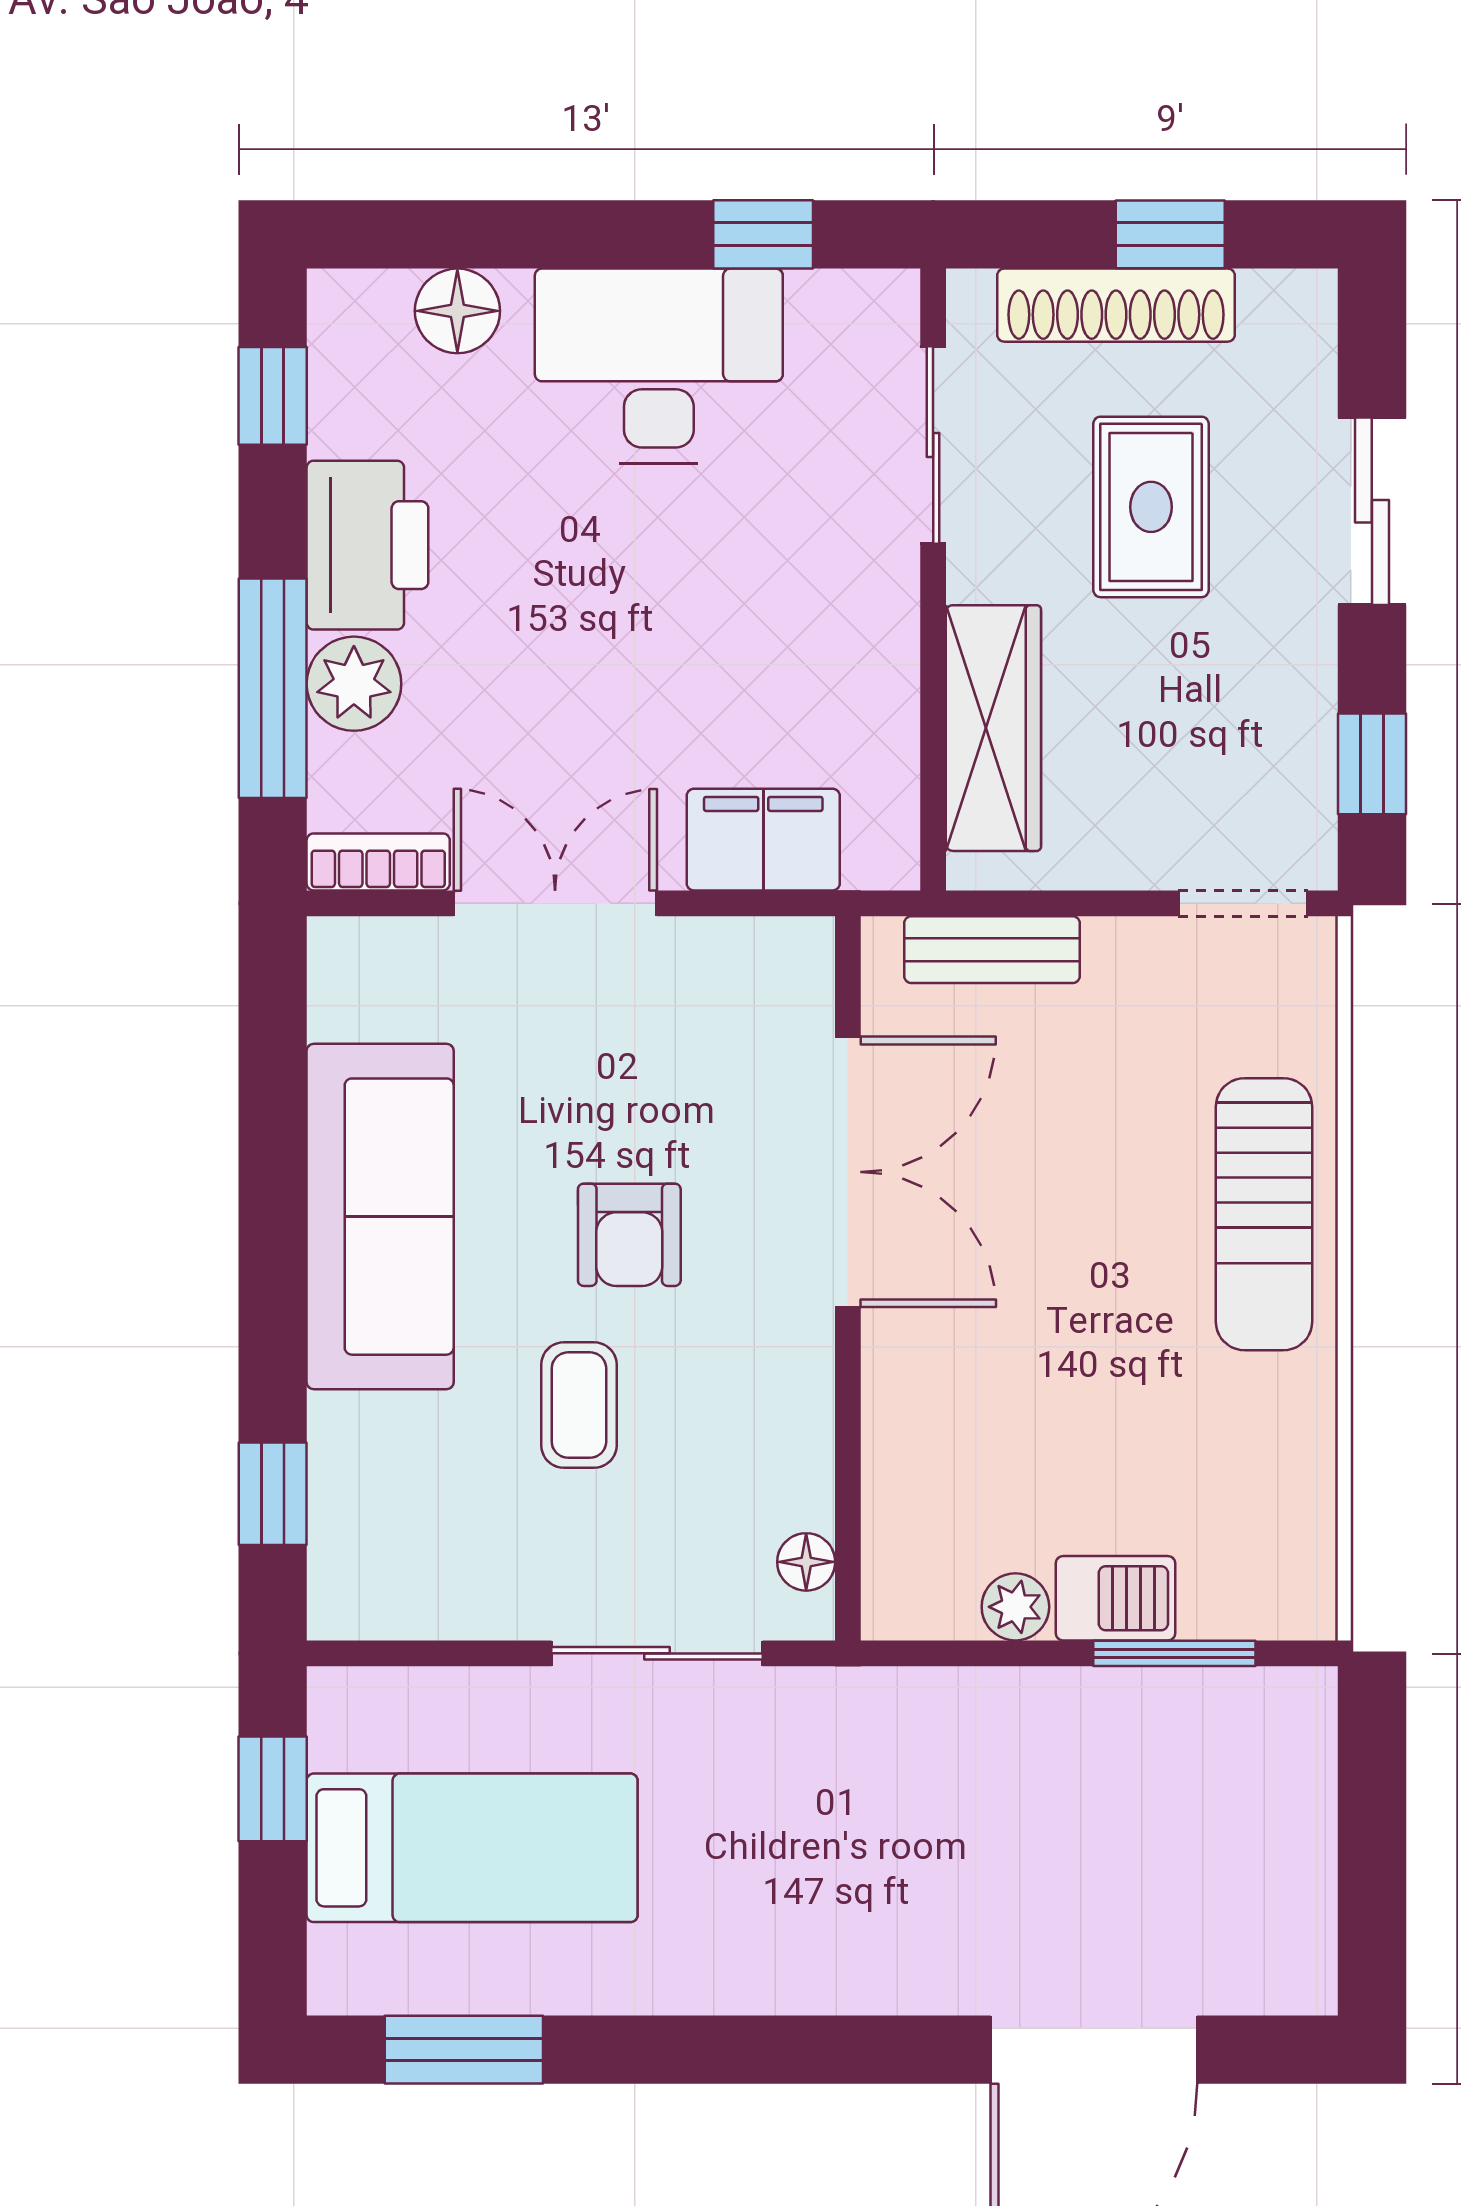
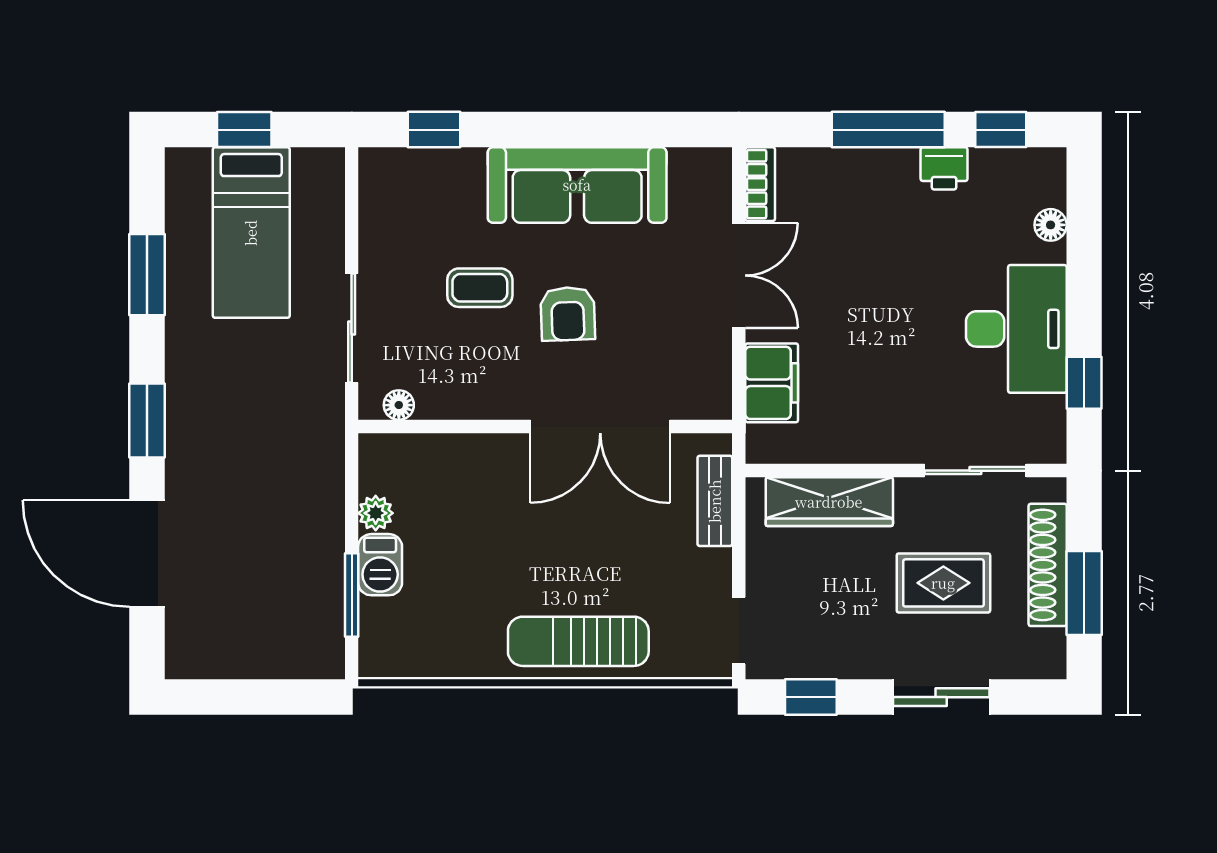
window: (1170, 234) -> (1084, 593), width x1.50
floor lamp: (457, 311) -> (1051, 225), width x0.73, depth x0.73
printer: (367, 545) -> (944, 168), width x0.53, depth x0.68
plant: (354, 684) -> (852, 172), removed
window: (273, 688) -> (888, 130), moved
armchair: (629, 1235) -> (568, 314), turned -92
window: (273, 1789) -> (244, 130), moved
window: (464, 2050) -> (147, 275), moved
window: (836, 2050) -> (147, 421), added

